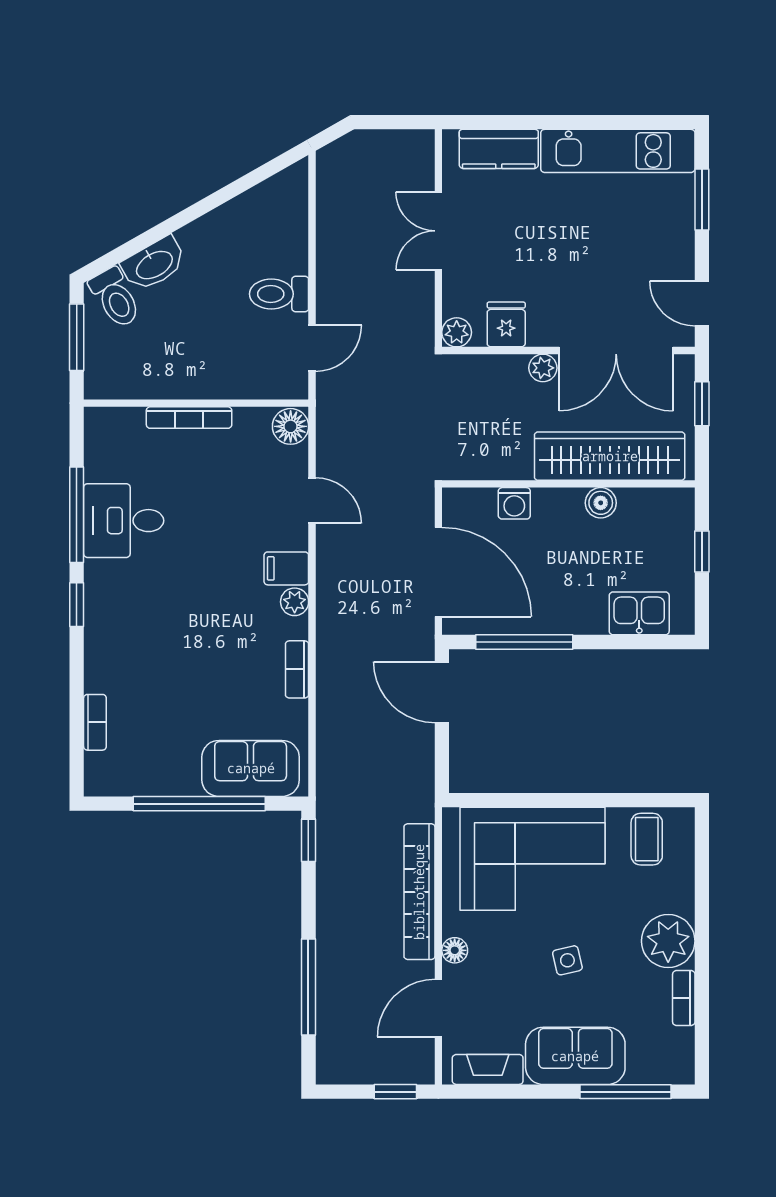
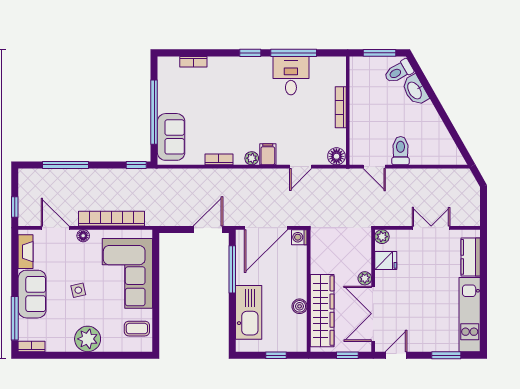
washing machine: (514, 503) -> (299, 237), moved
kitchen sink: (639, 613) -> (249, 312), width x1.88, depth x1.24
bookcase: (684, 998) -> (32, 346), moved

